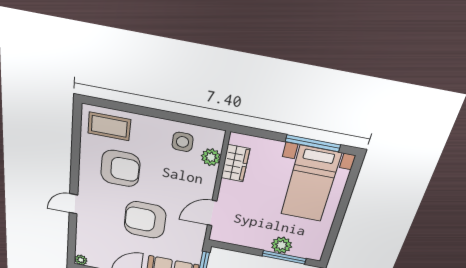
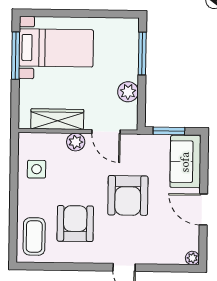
plant: (211, 157) -> (76, 142), moved
wardrobe: (235, 163) -> (57, 119), width x1.50
plant: (282, 245) -> (128, 92), moved

